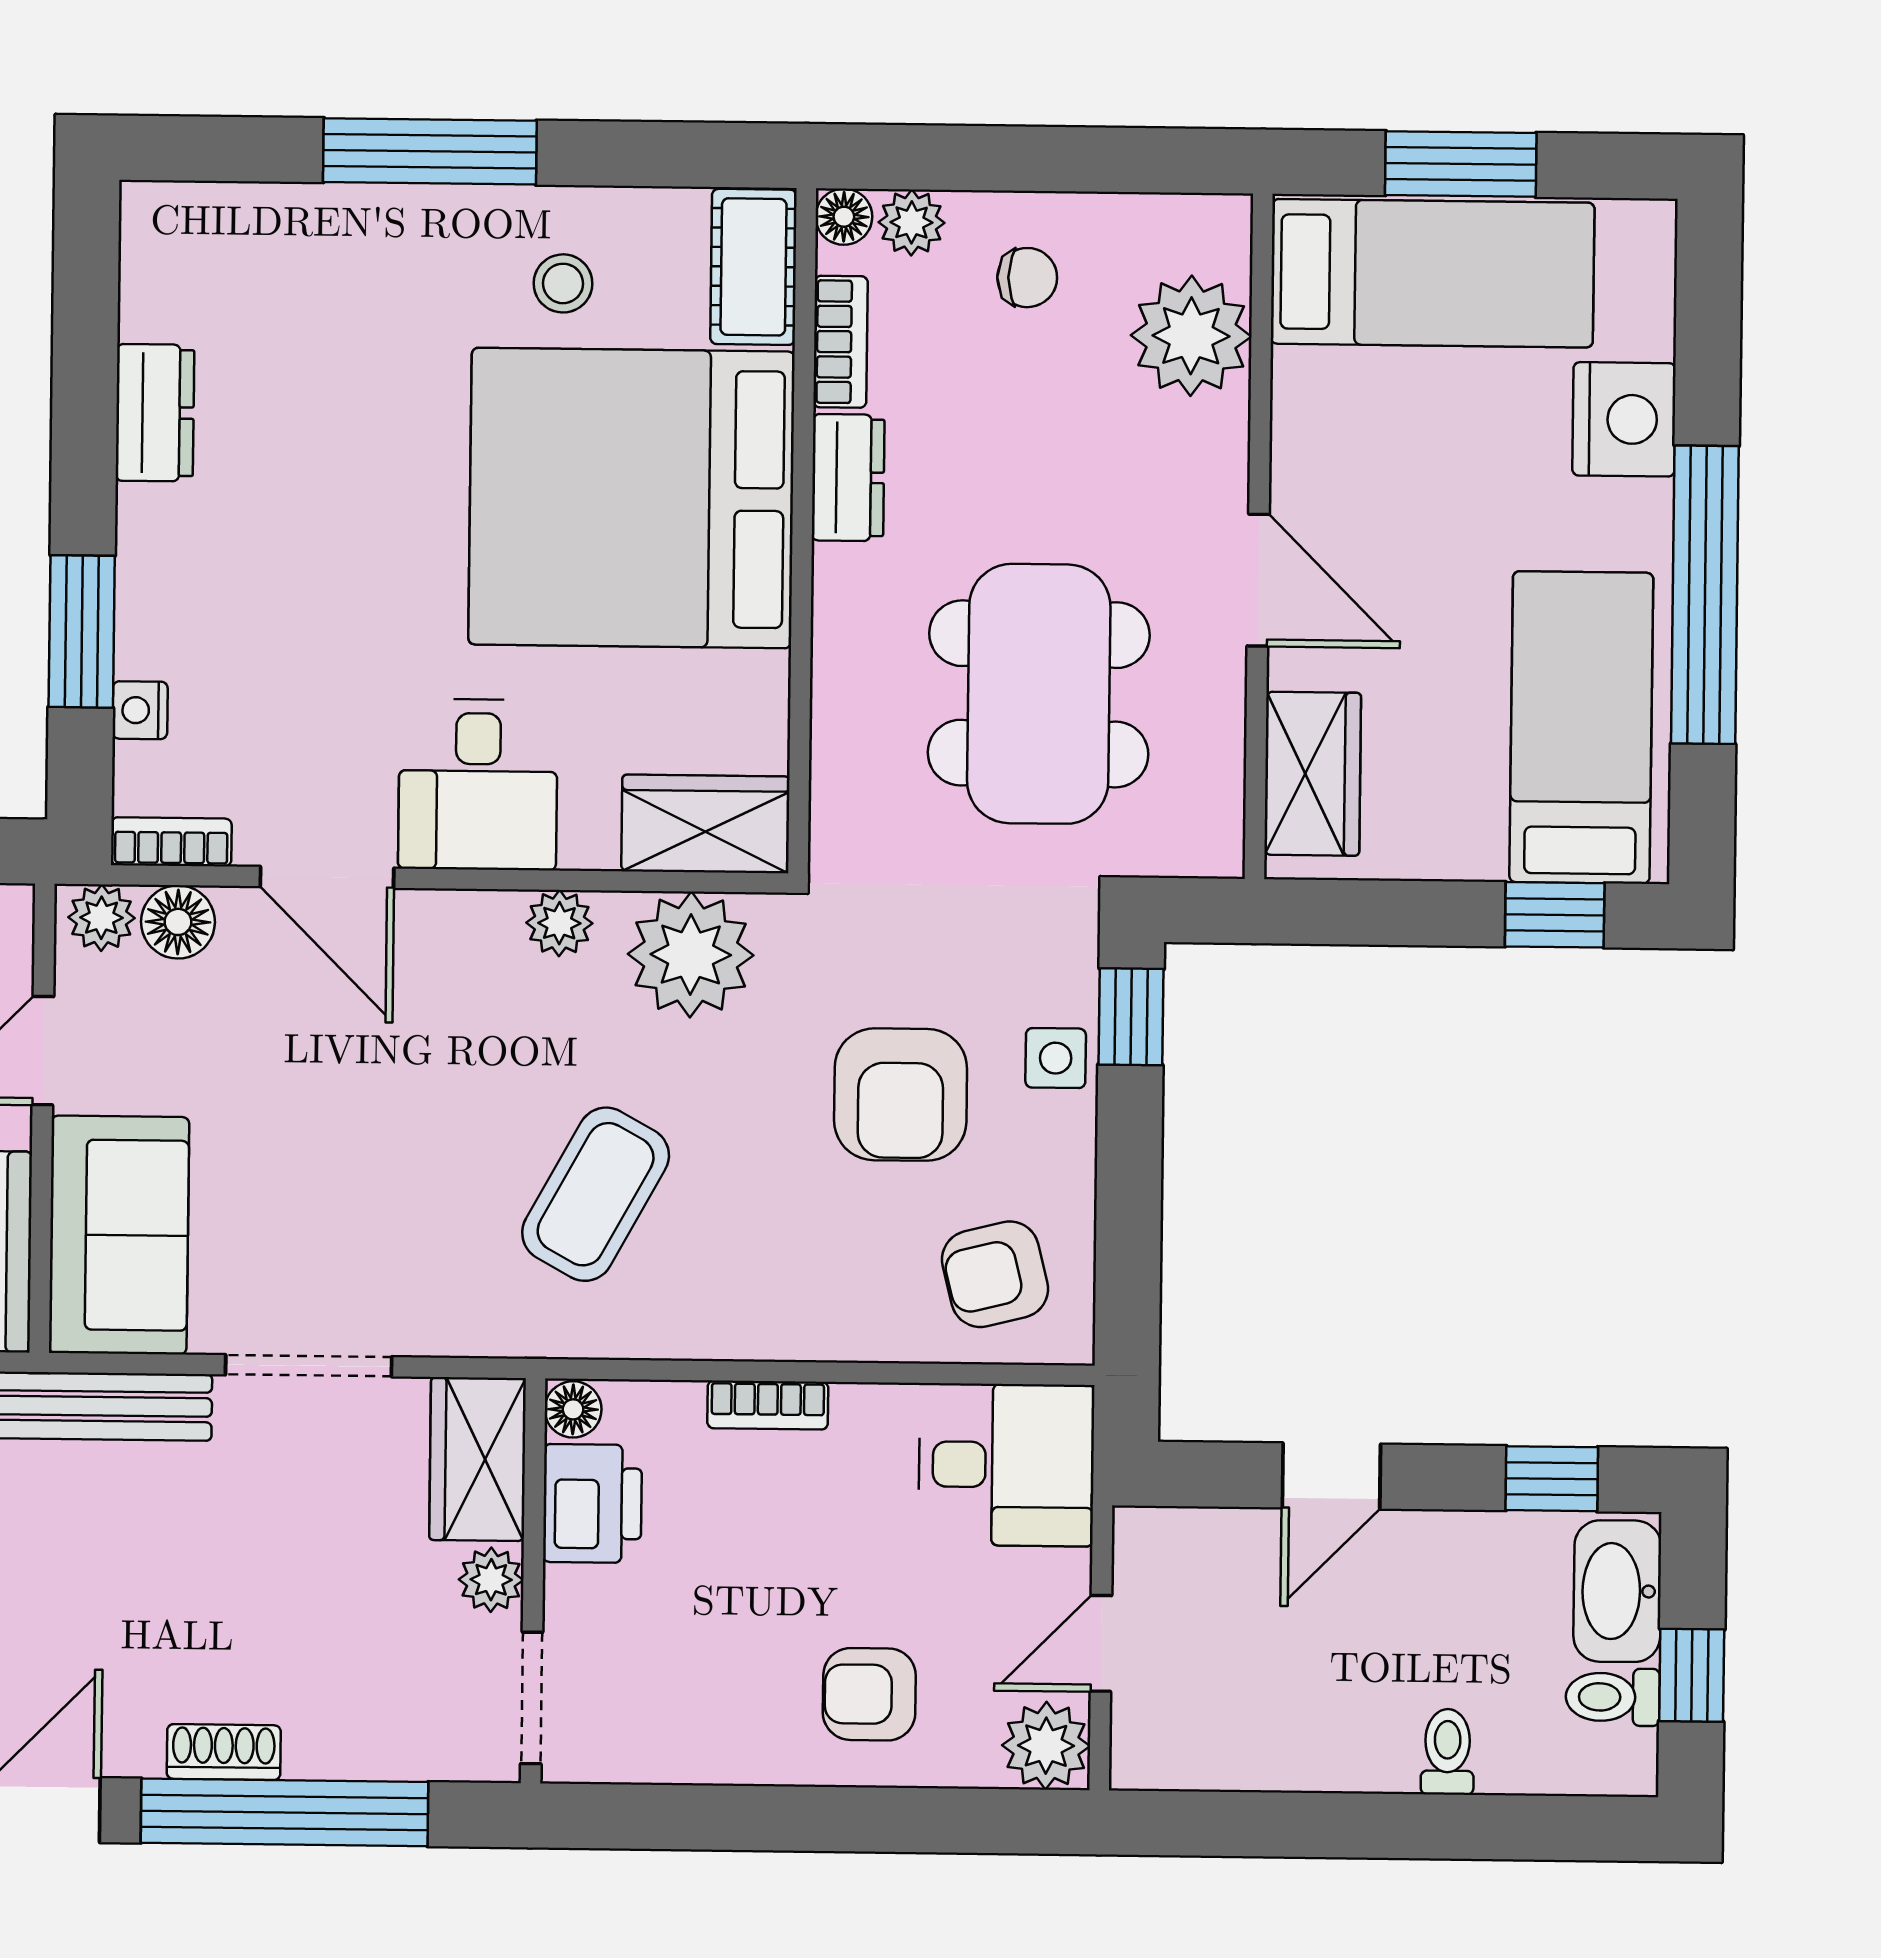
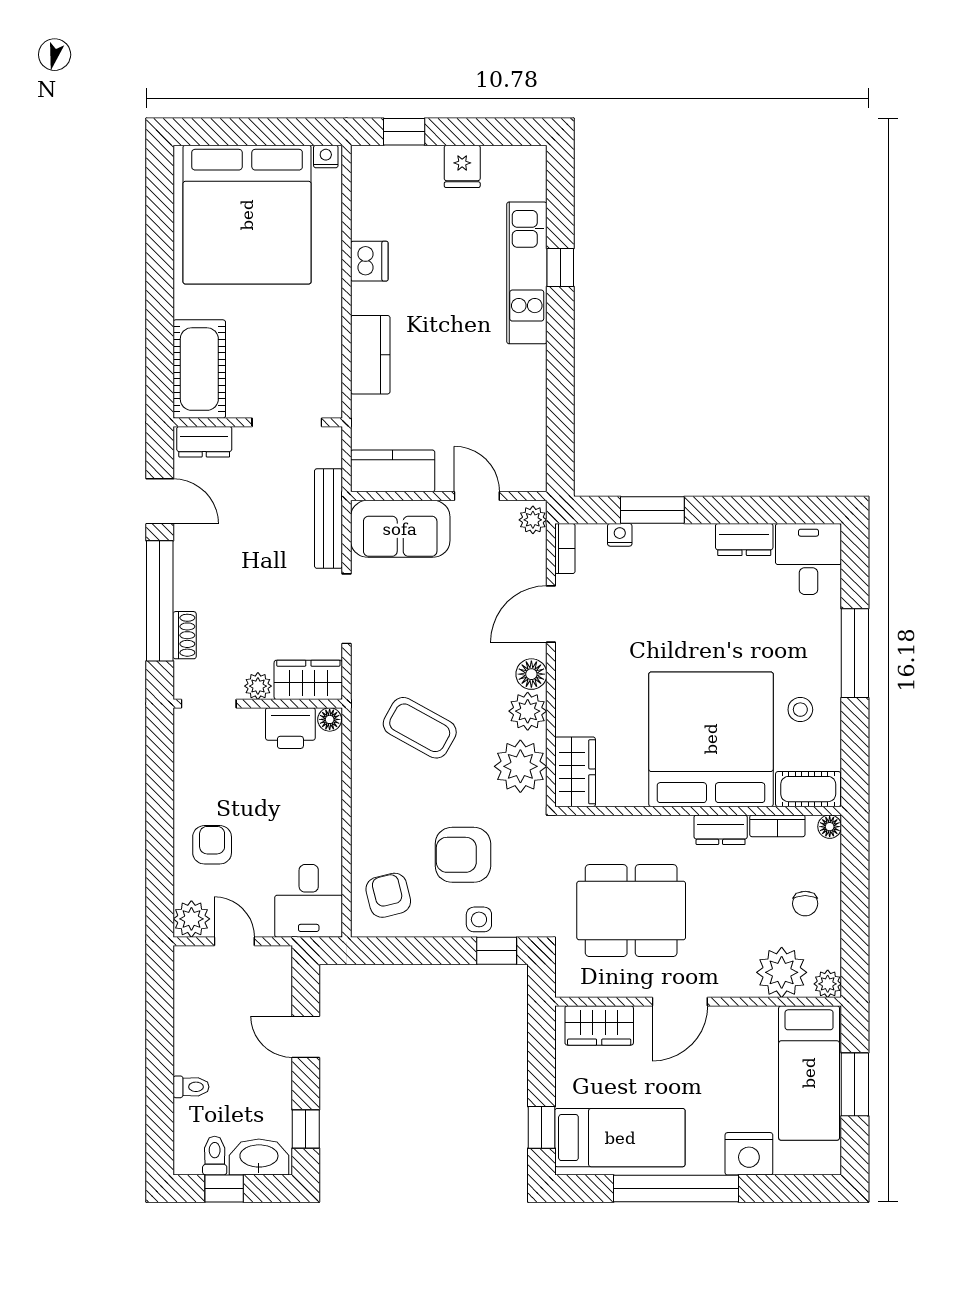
plant: (912, 222) -> (828, 984), moved
desk: (478, 785) -> (808, 559), moved, turned 90
floor lamp: (178, 922) -> (531, 674), moved
plant: (559, 923) -> (528, 711), width x1.38, depth x1.38
bookcase: (768, 1405) -> (332, 801), removed
shoe rack: (224, 1752) -> (185, 635), moved

